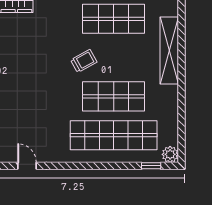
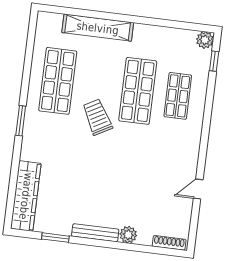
trolley: (84, 61) -> (97, 117), width x1.36, depth x1.39
shop shelf: (114, 135) -> (178, 96), width x0.50, depth x0.74

